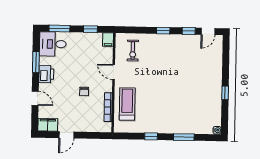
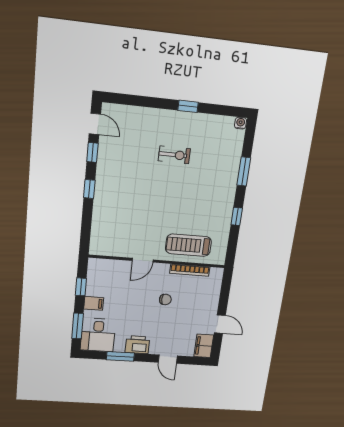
filing cabinet: (108, 40) -> (94, 303), moved
exercise bike: (133, 50) -> (174, 155), moved
door: (35, 98) -> (168, 359), swing flipped

